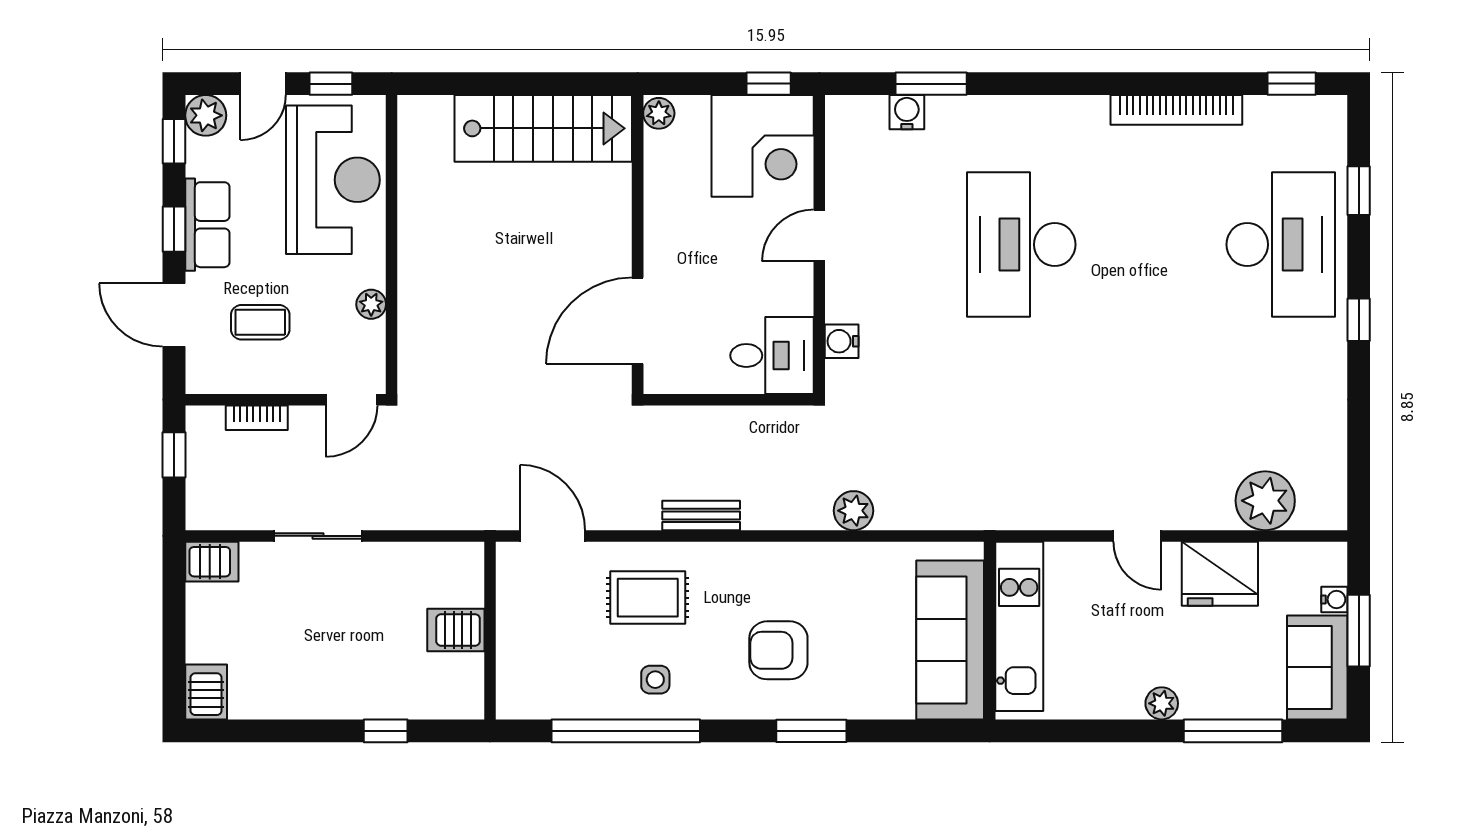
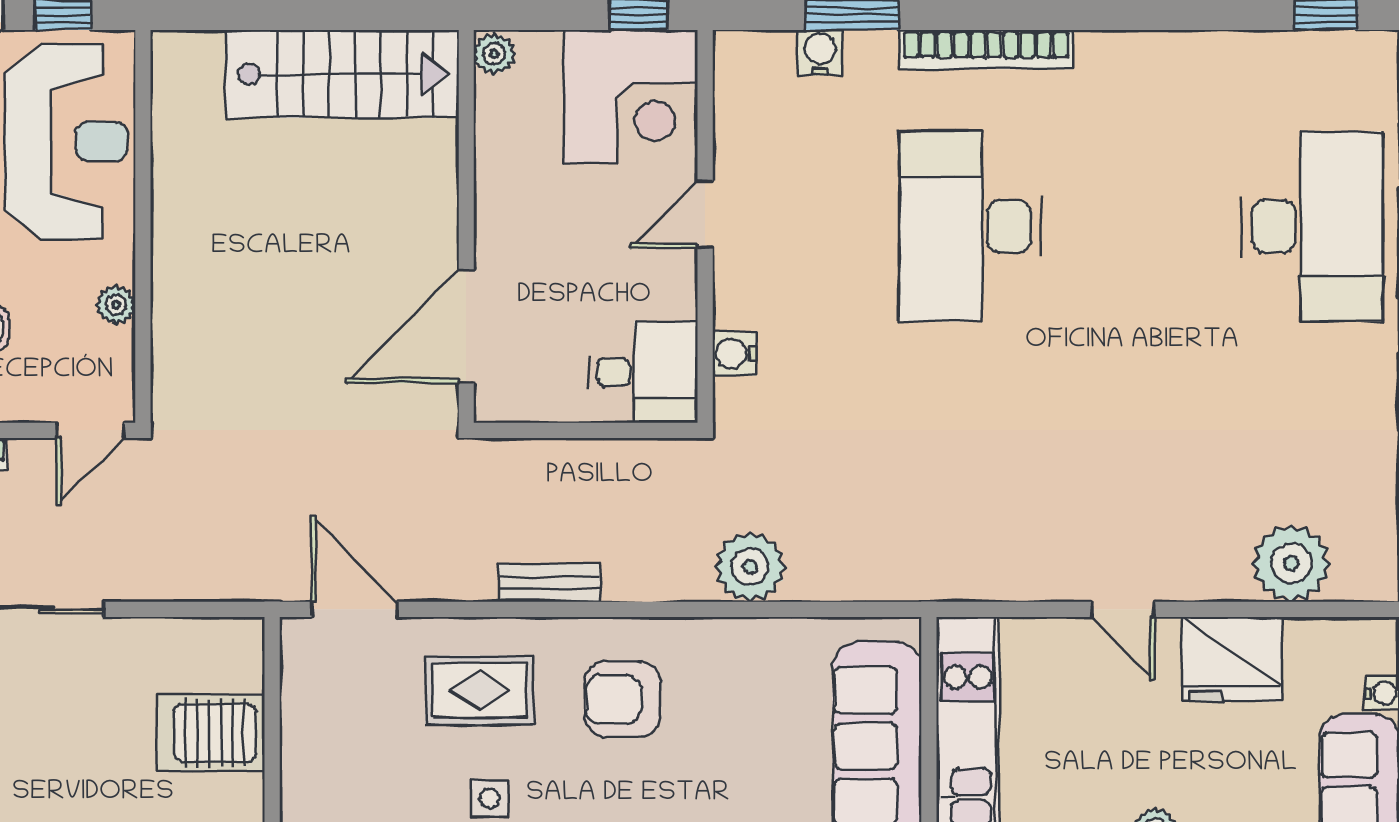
bookcase: (1176, 110) -> (986, 49), moved
plant: (853, 511) -> (750, 567), width x1.36, depth x1.36
server rack: (456, 630) -> (211, 733), width x1.36, depth x1.44
armchair: (778, 650) -> (622, 699), moved

